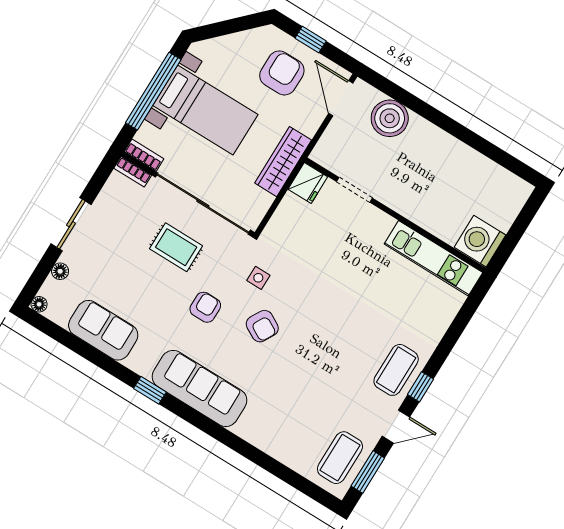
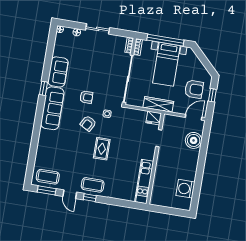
washing machine: (480, 241) -> (185, 189), moved, turned -90
rug: (176, 247) -> (102, 149), moved
sofa: (103, 330) -> (58, 72), moved

